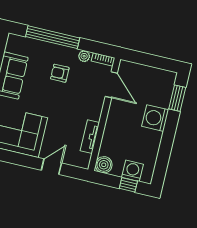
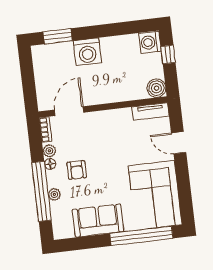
plant: (46, 47) -> (54, 194), added
floor lamp: (73, 53) -> (50, 164), added
tv unit: (90, 137) -> (150, 112), moved
washing machine: (133, 171) -> (150, 42), moved

